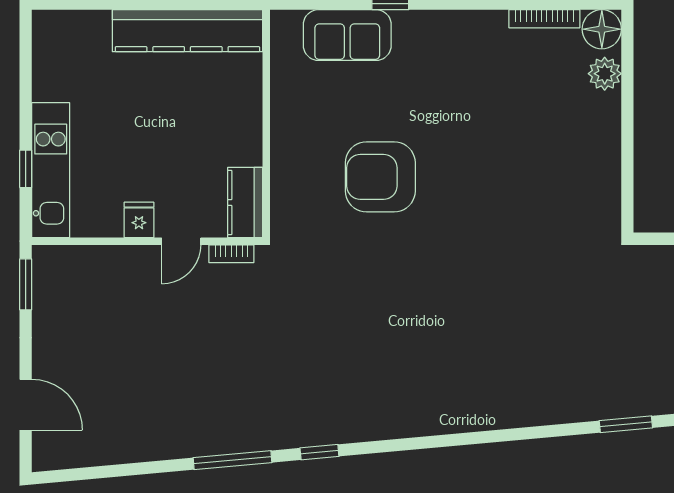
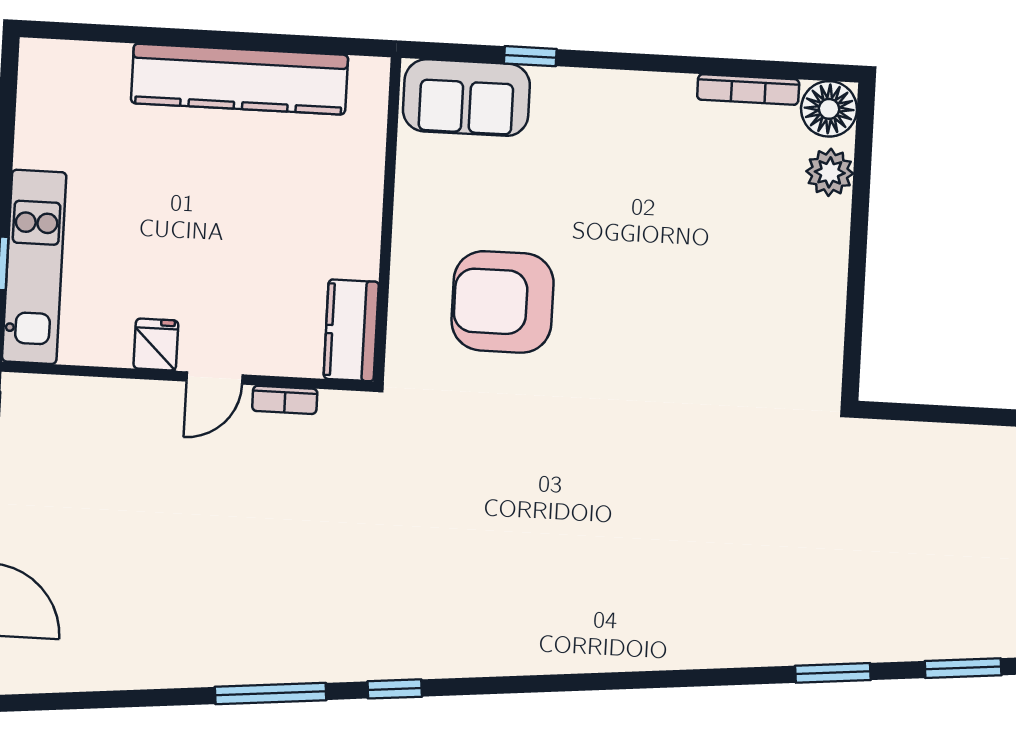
wall: (266, 124) -> (387, 220), moved
kitchen counter: (245, 202) -> (351, 330), moved

